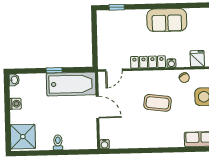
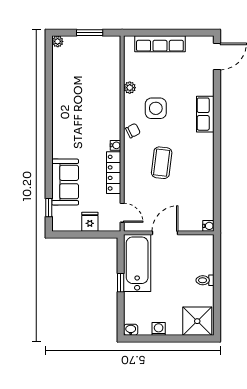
sofa: (167, 20) -> (65, 182), moved
fridge: (197, 59) -> (90, 222), moved, turned 90

